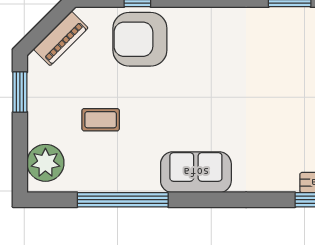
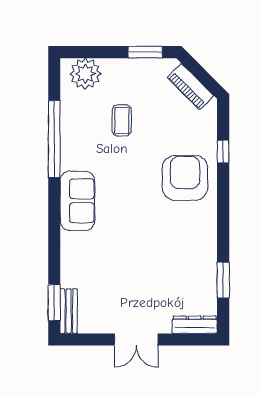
armchair: (140, 39) -> (185, 178), moved

